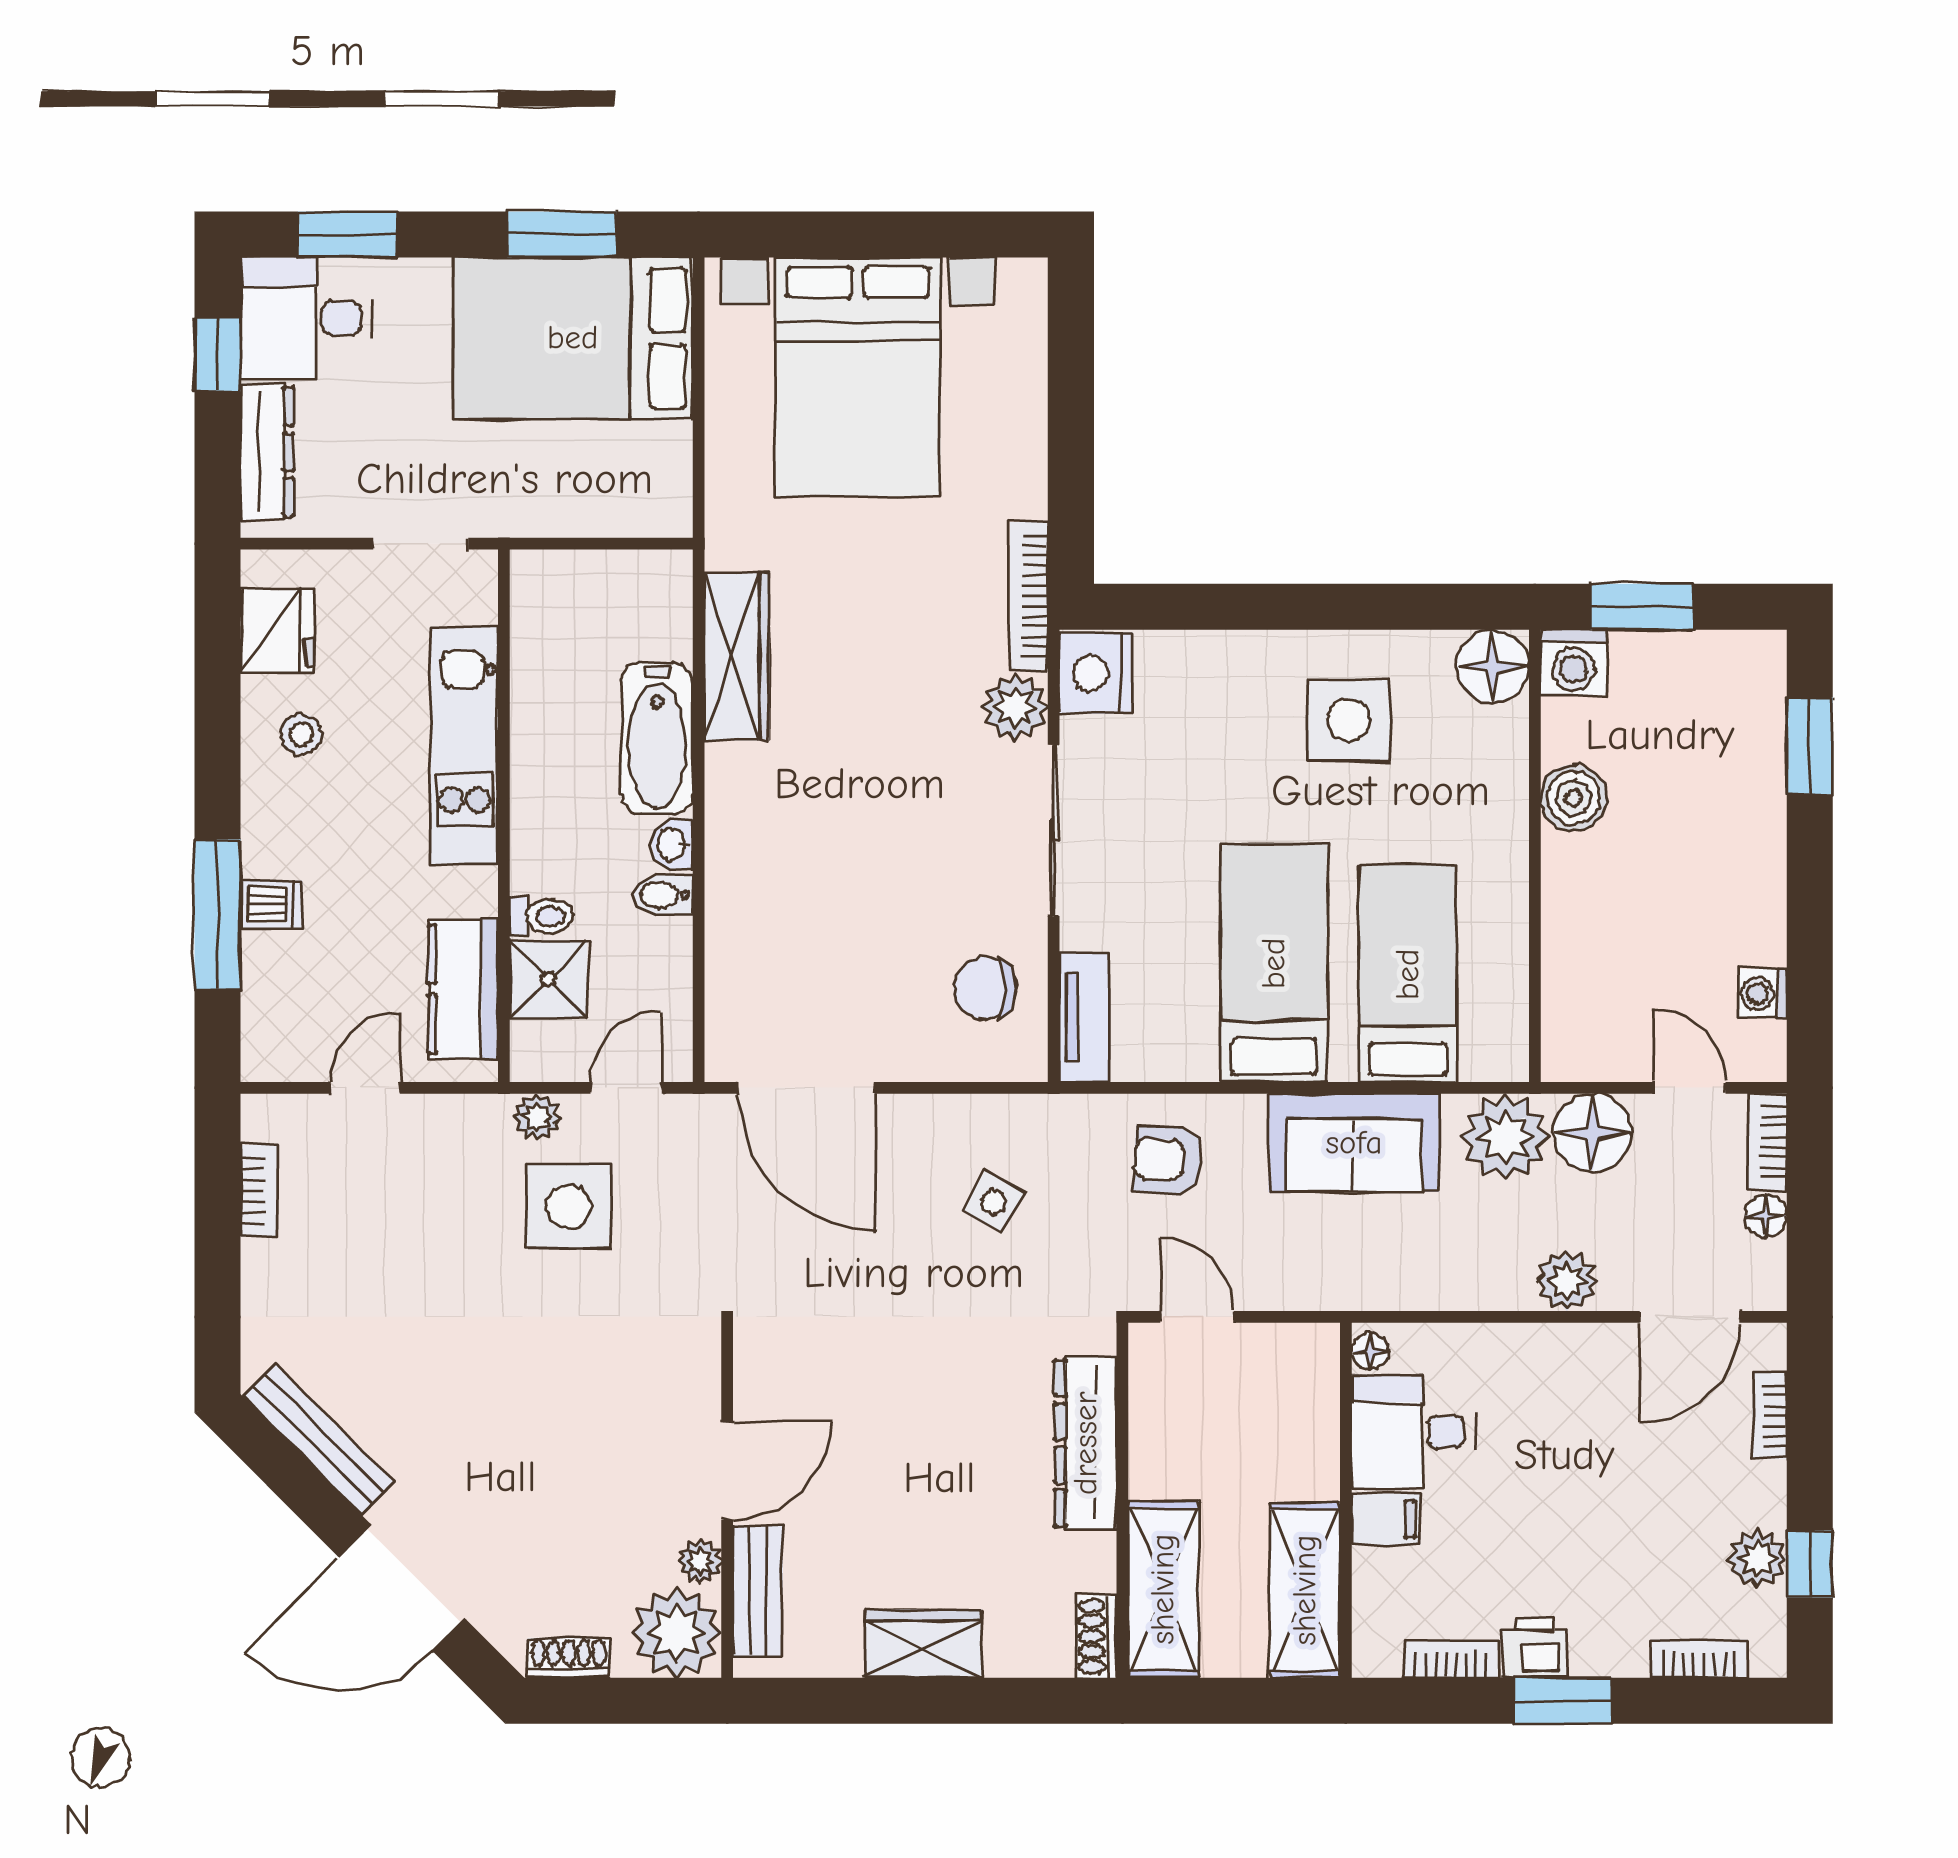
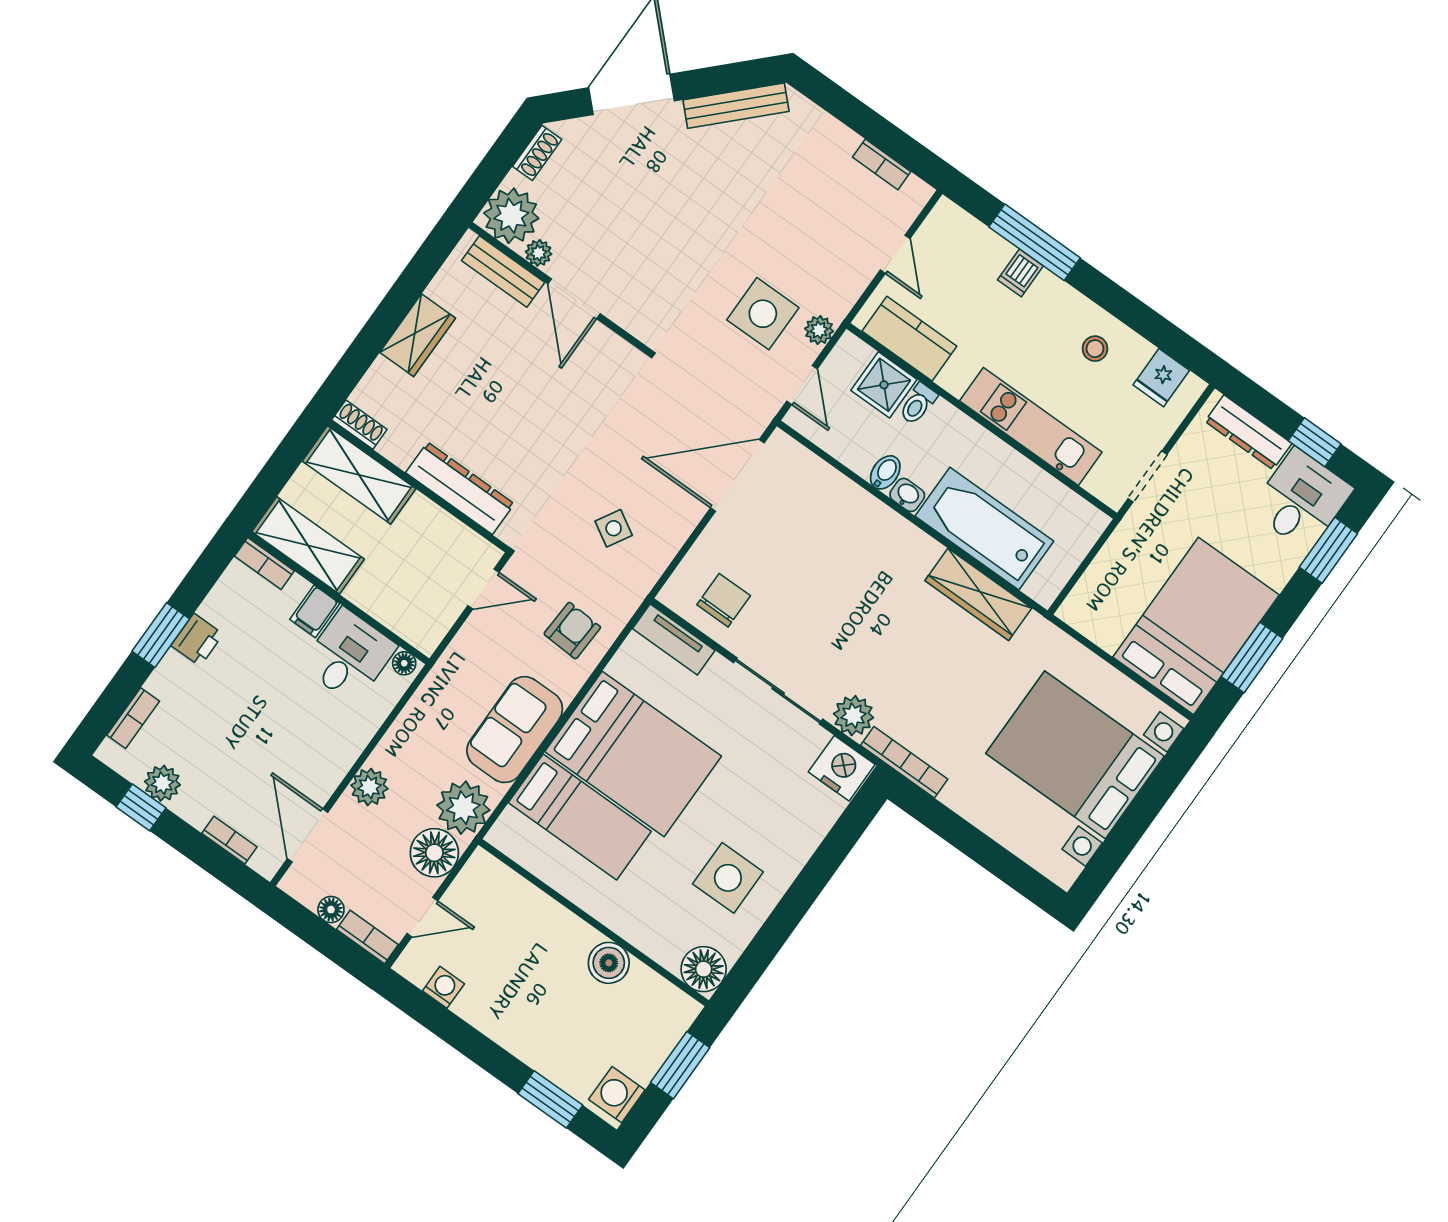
fridge: (277, 631) -> (1161, 378), width x0.72
washing machine: (1574, 663) -> (617, 1095), moved
bathtub: (657, 738) -> (984, 529), width x1.36, depth x1.36
bed: (1274, 963) -> (633, 754), width x1.50
bookcase: (1451, 1659) -> (264, 564), moved, turned 90

